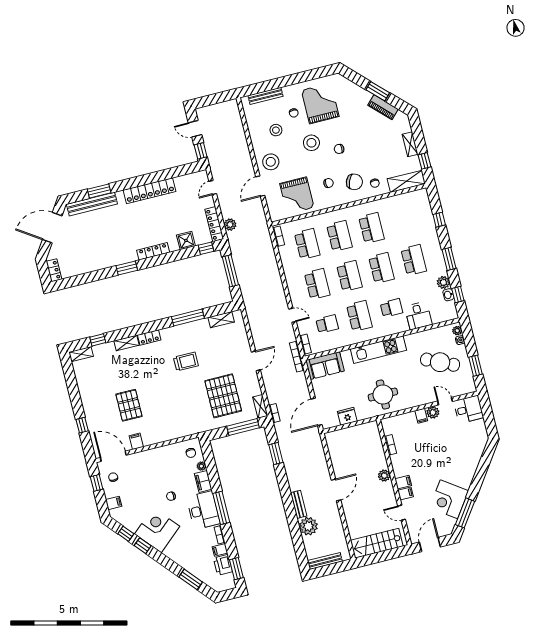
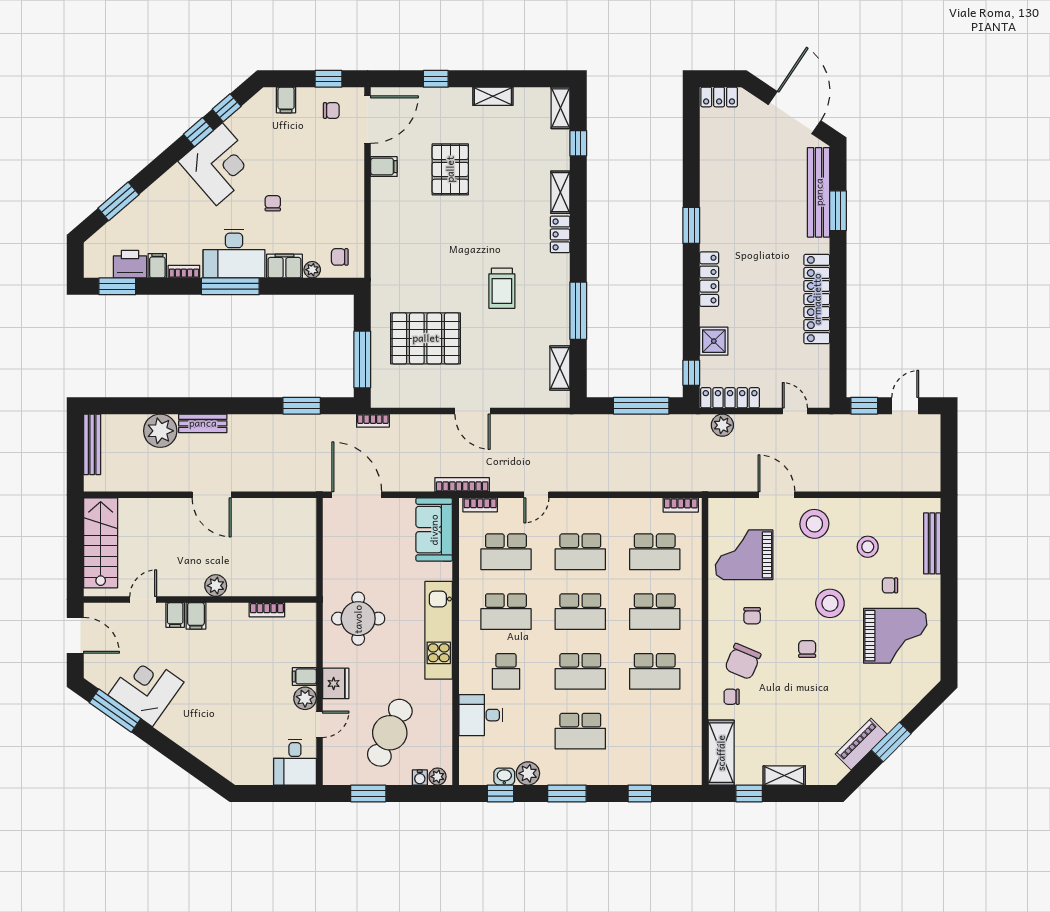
school desk: (327, 324) -> (506, 552), width x1.85
pallet: (129, 405) -> (450, 169), turned 90
shelving: (260, 406) -> (493, 96), moved
fridge: (347, 416) -> (336, 683), moved

